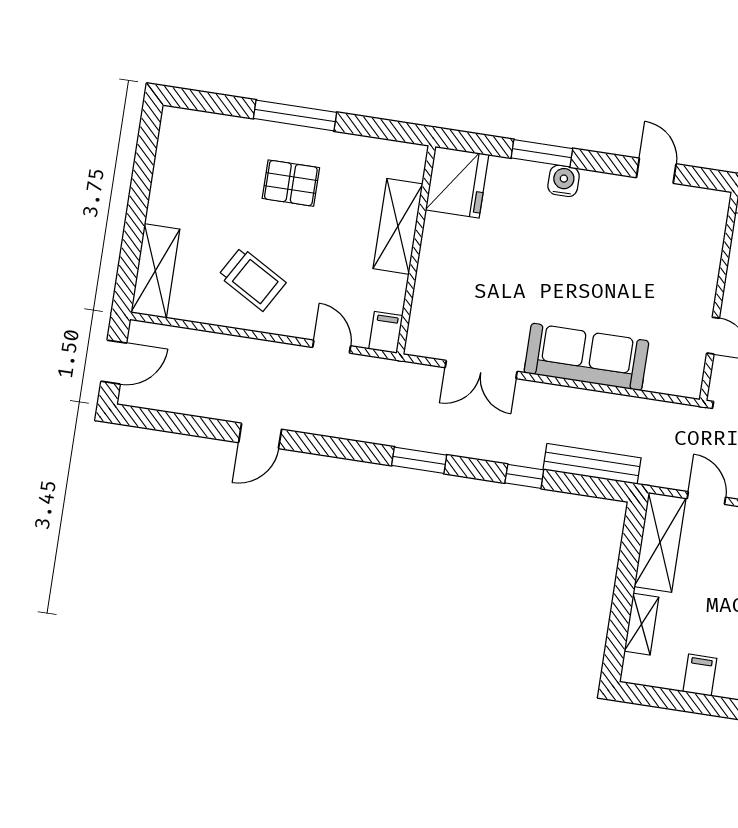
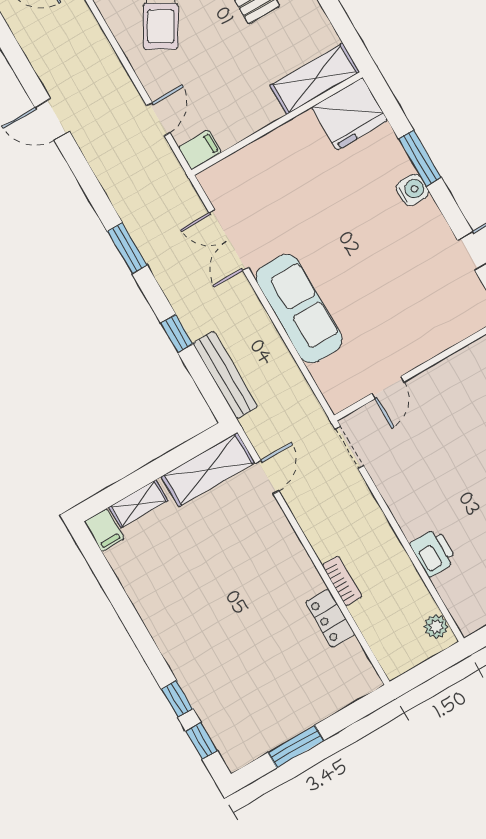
shelving: (398, 226) -> (315, 79), moved
filing cabinet: (700, 675) -> (104, 530), moved, turned 90

